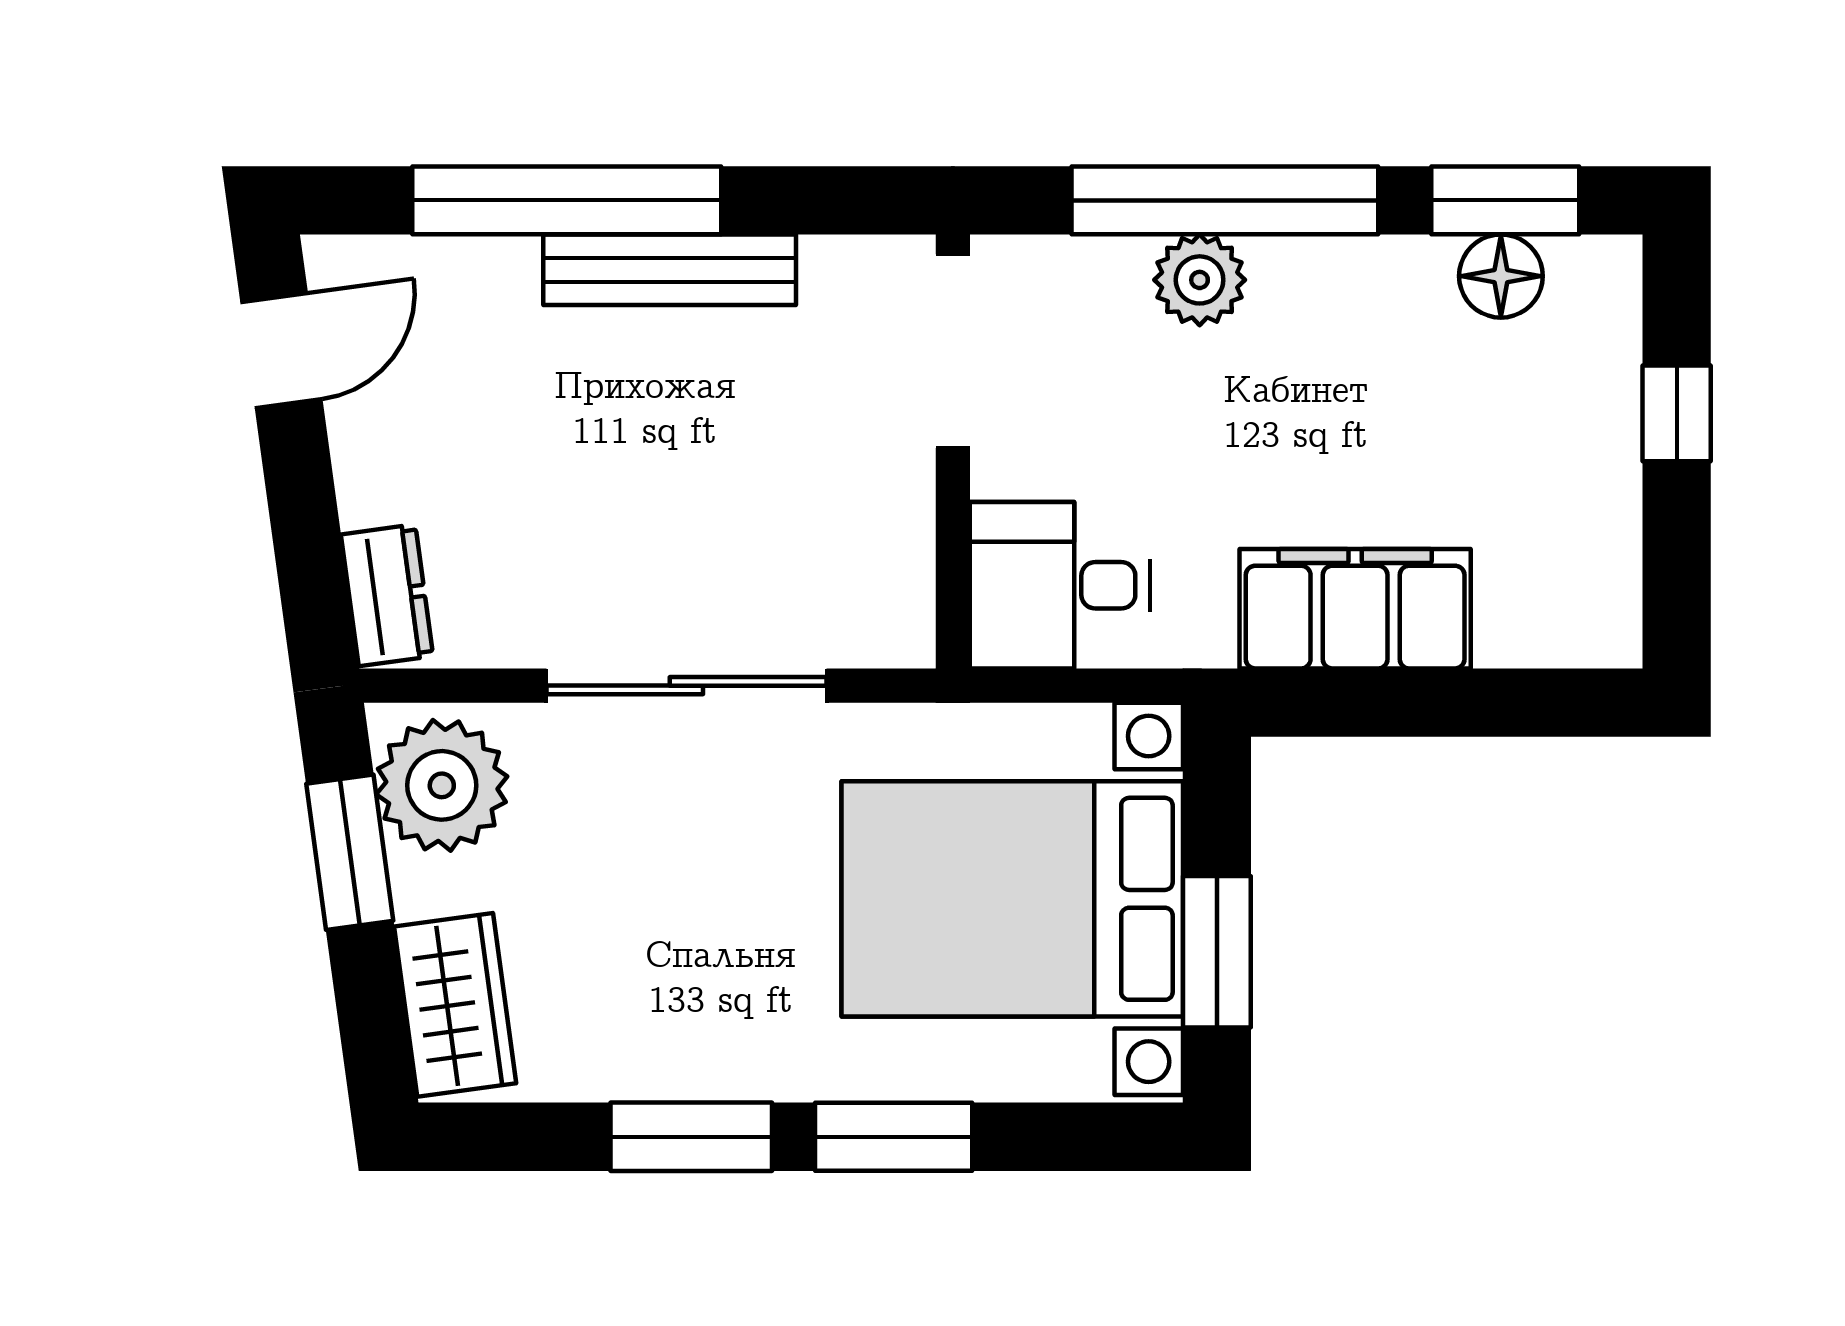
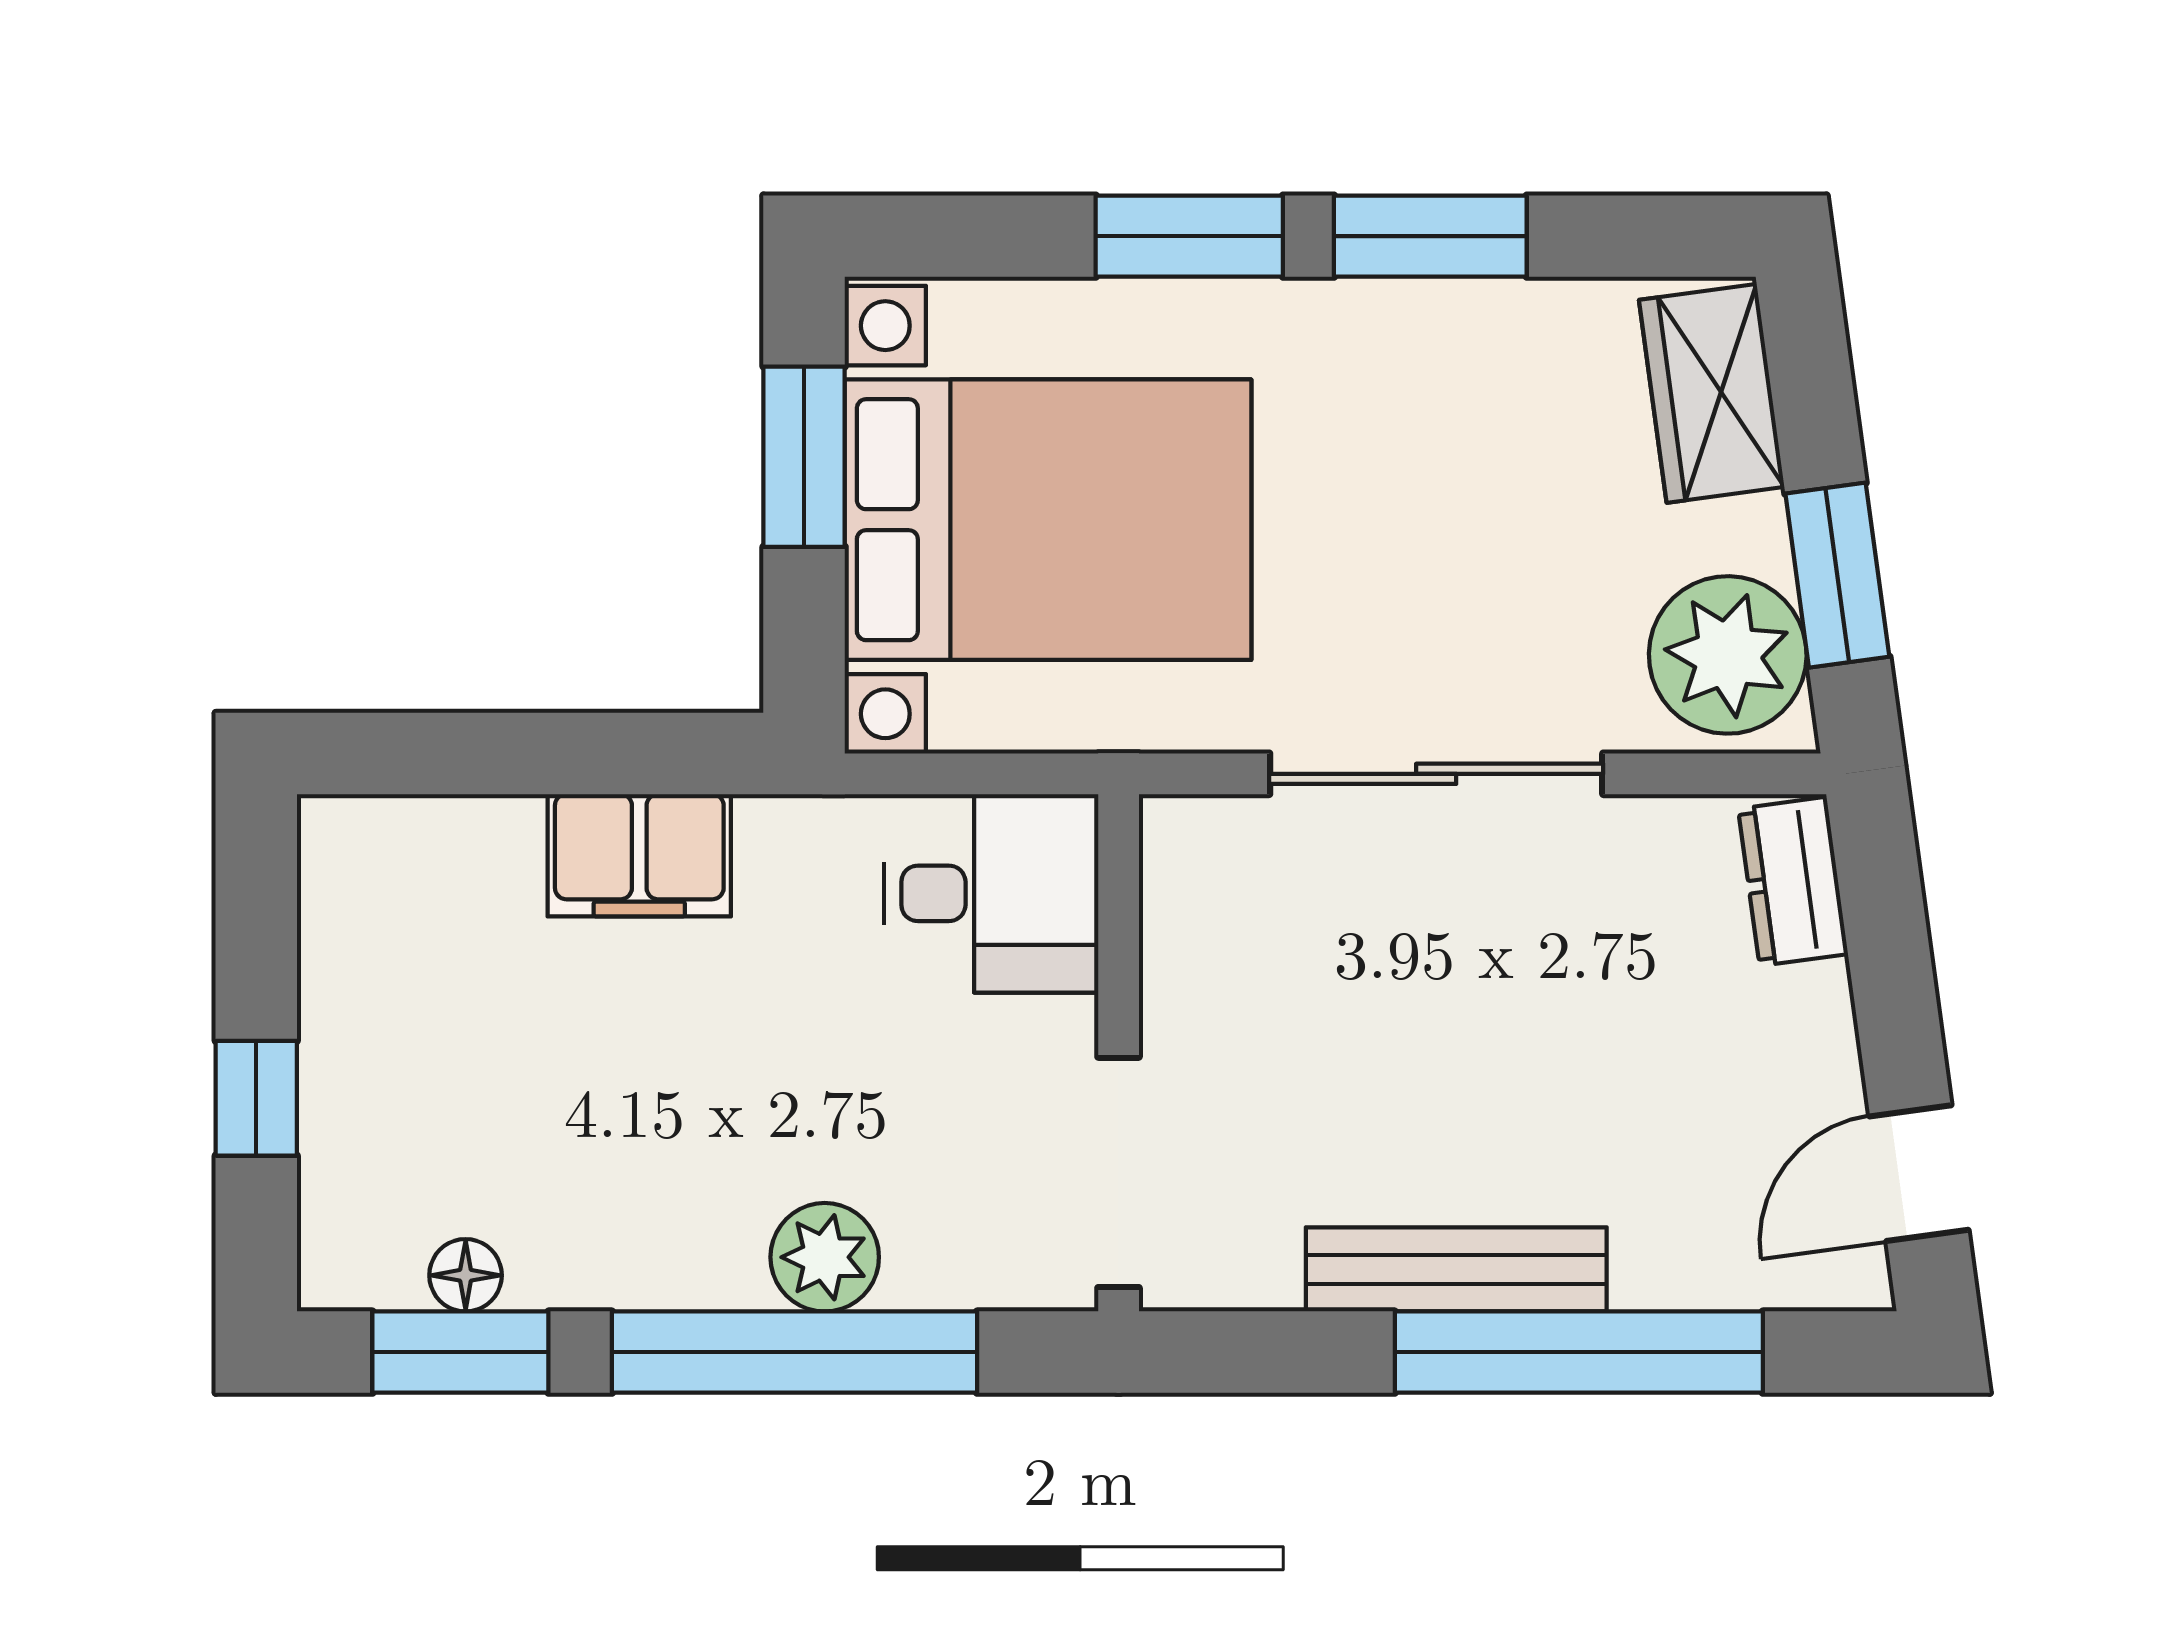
floor lamp: (1501, 276) -> (466, 1275), width x0.73, depth x0.73
filing cabinet: (1355, 609) -> (639, 855), width x0.67, depth x0.86

